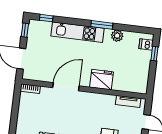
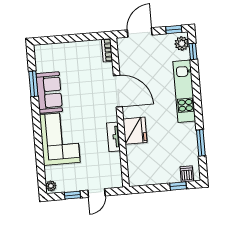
window: (102, 25) -> (201, 143), moved
plant: (117, 36) -> (182, 43), moved
tv unit: (128, 101) -> (114, 137), moved

